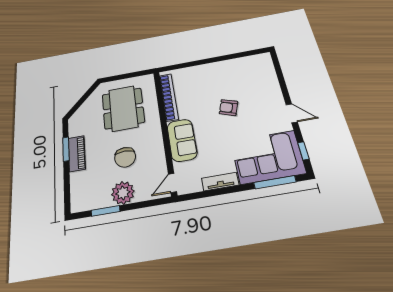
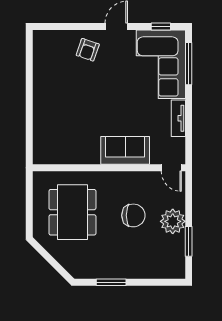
bookcase: (169, 97) -> (69, 157), removed
dining table: (123, 108) -> (72, 212), turned 90
armchair: (228, 108) -> (88, 50), moved
piano: (77, 154) -> (119, 270), removed

